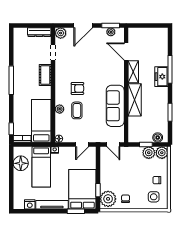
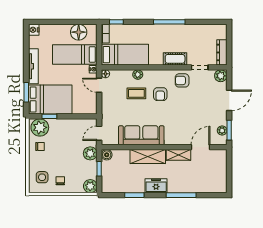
door: (83, 25) -> (229, 100), swing flipped
armchair: (65, 68) -> (182, 80), added
freezer: (161, 77) -> (156, 186), moved
boiler: (158, 138) -> (107, 155), moved
door: (82, 144) -> (99, 85), moved
plant: (149, 153) -> (90, 153), moved
nightstand: (30, 204) -> (34, 30), moved

